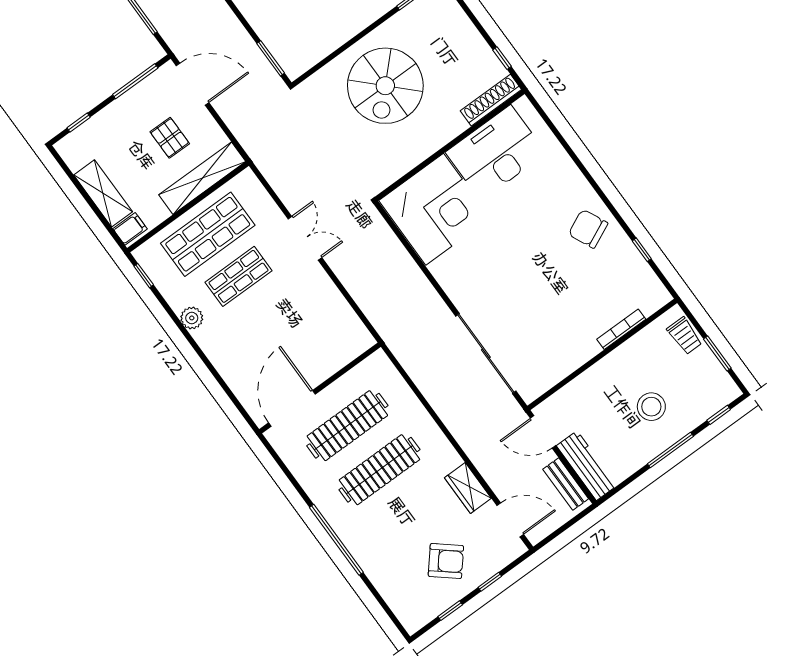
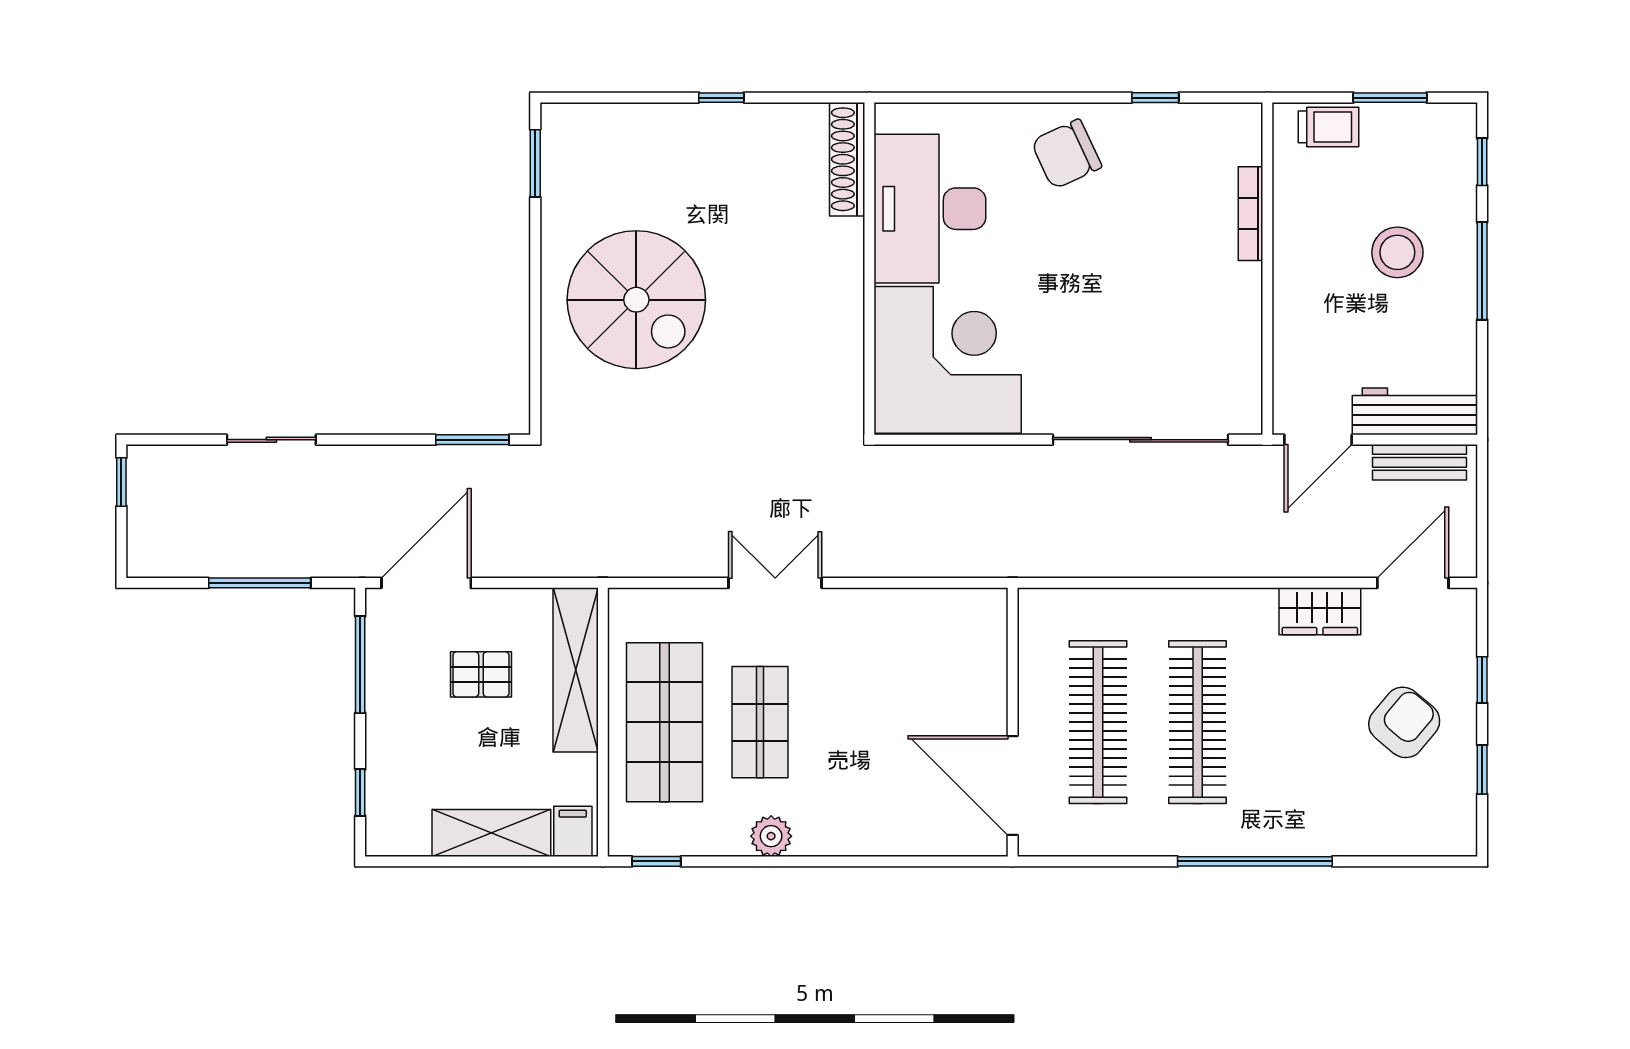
shoe rack: (491, 100) -> (847, 159), moved
wall: (450, 145) -> (869, 269), moved
desk: (496, 153) -> (930, 209), moved
corner desk: (435, 209) -> (948, 360), moved

